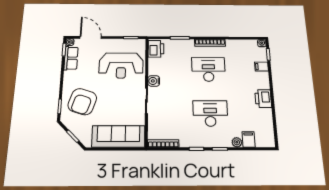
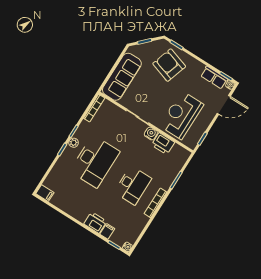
printer: (156, 49) -> (163, 144), moved
printer: (263, 99) -> (95, 223), moved
desk: (210, 113) -> (95, 161), width x1.36, depth x1.30
filing cabinet: (249, 139) -> (45, 193), moved
plant: (237, 142) -> (74, 143), moved

